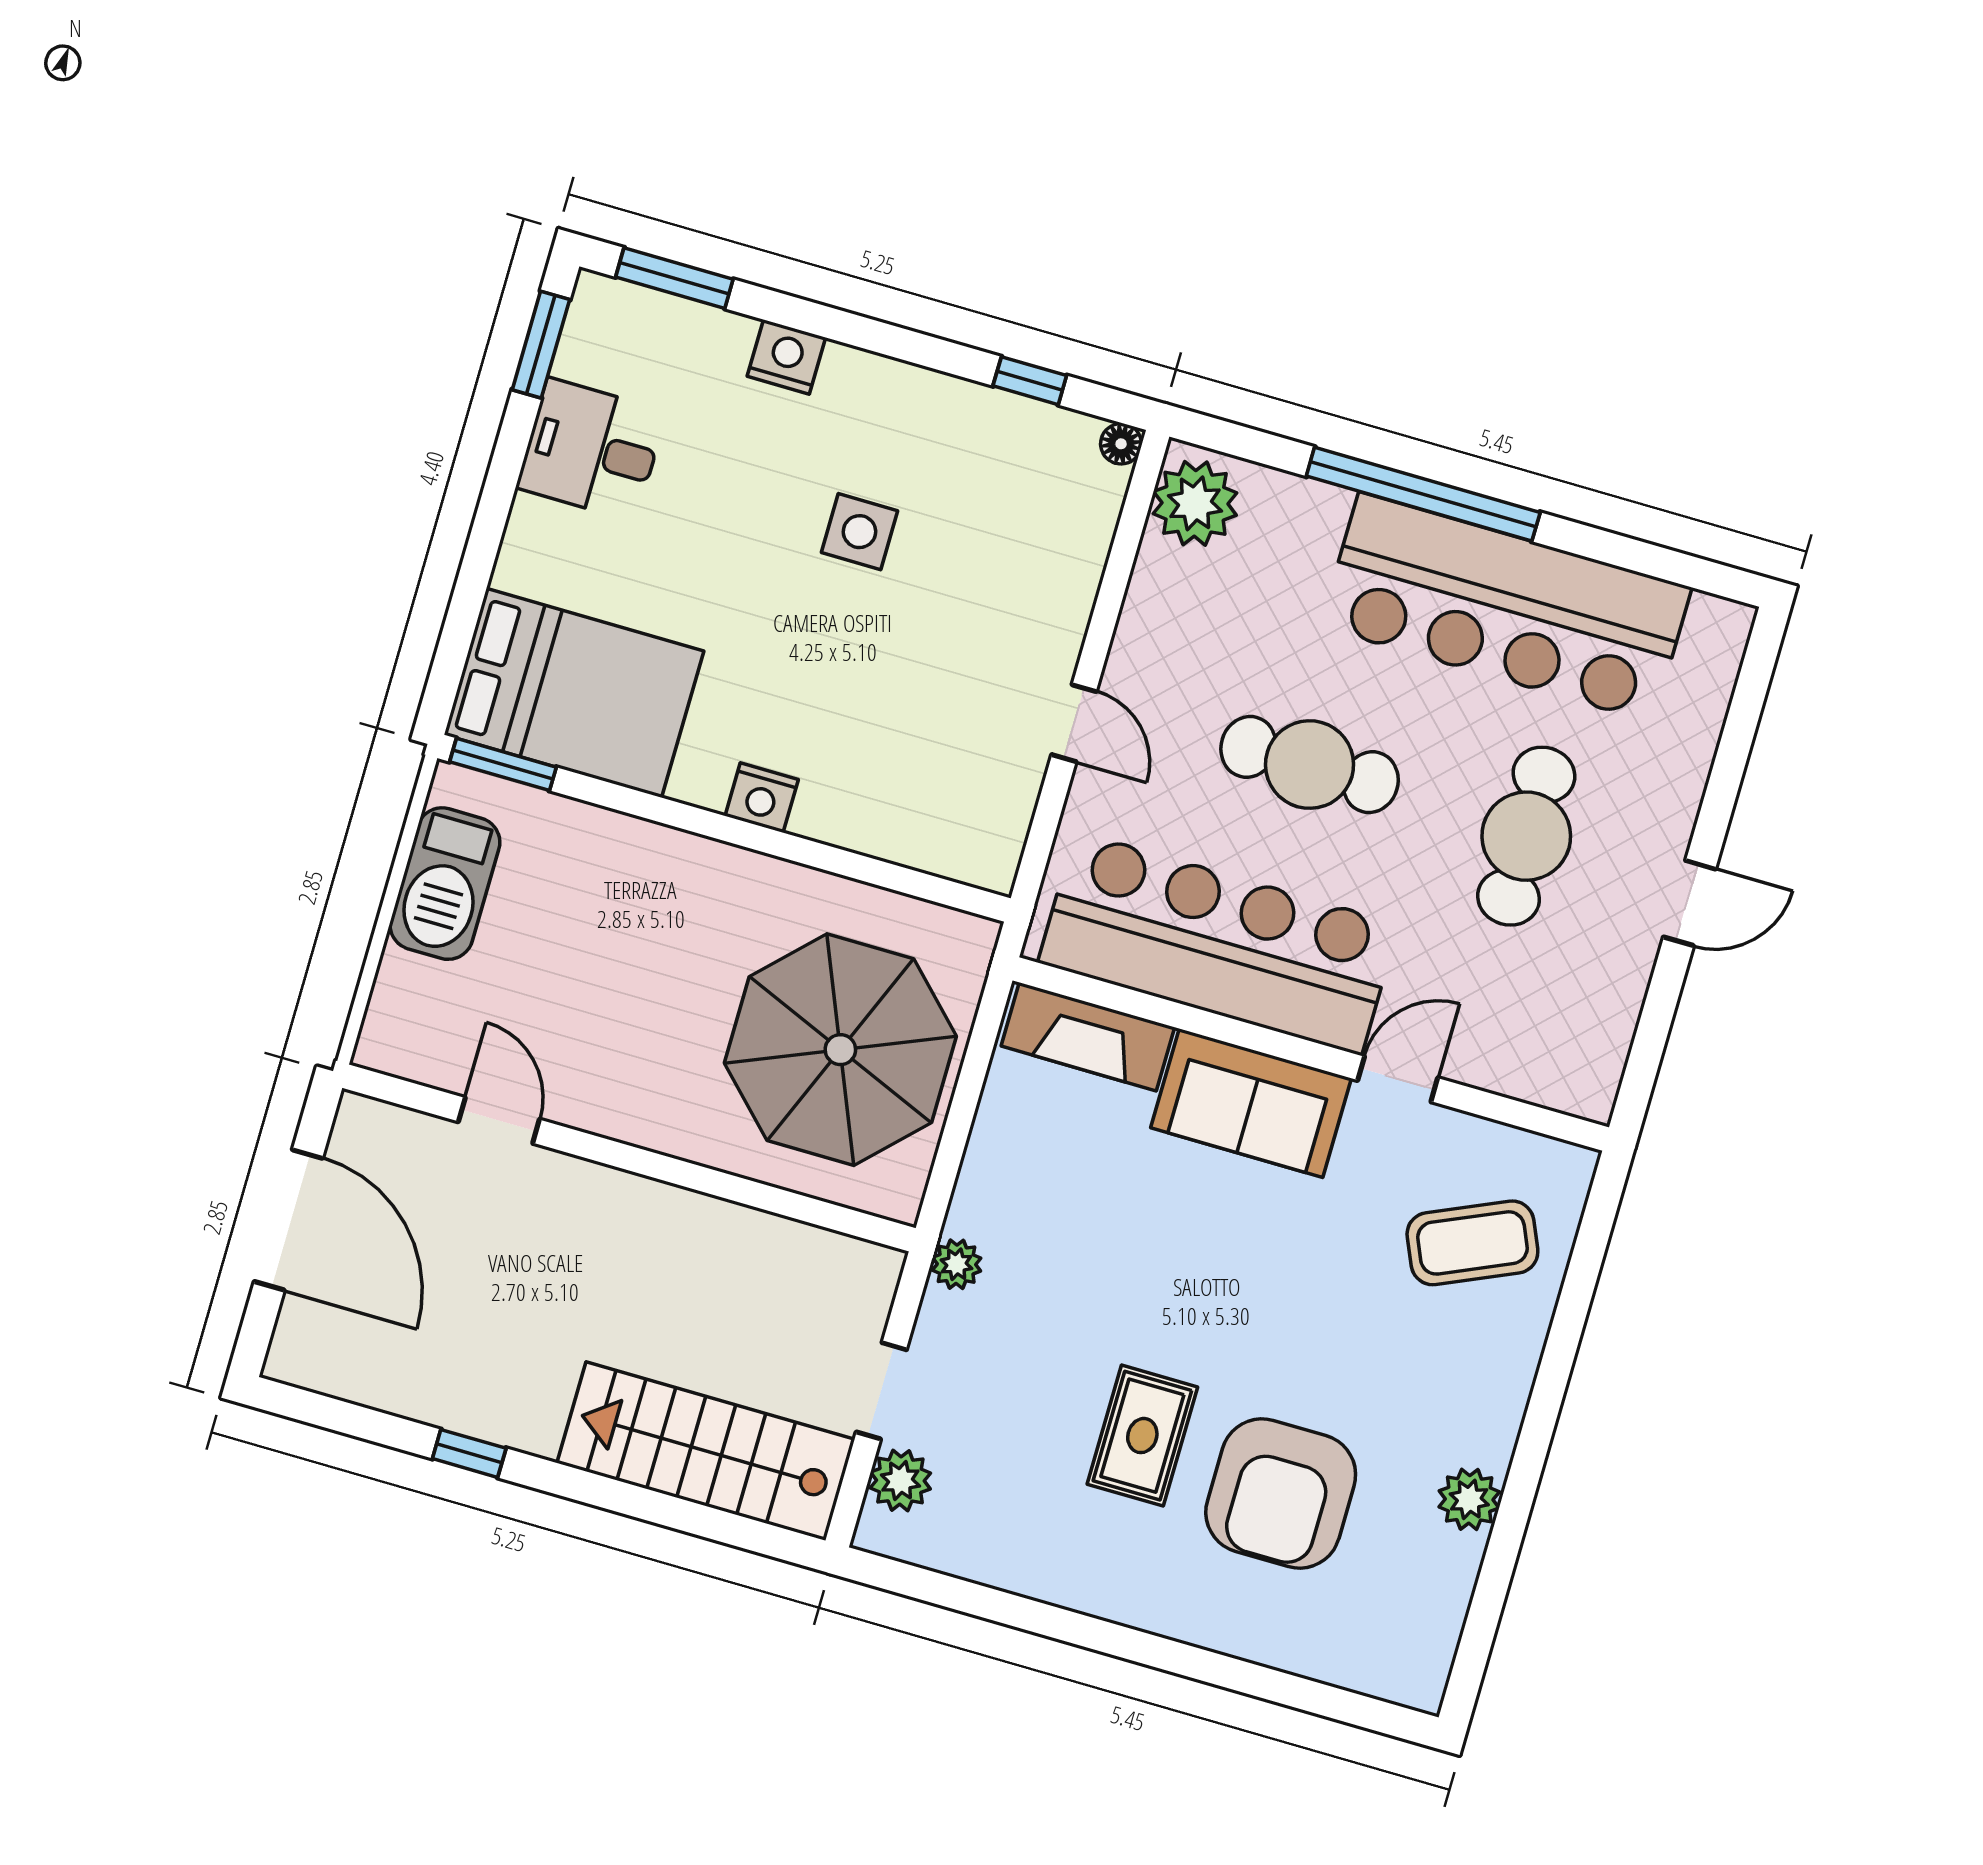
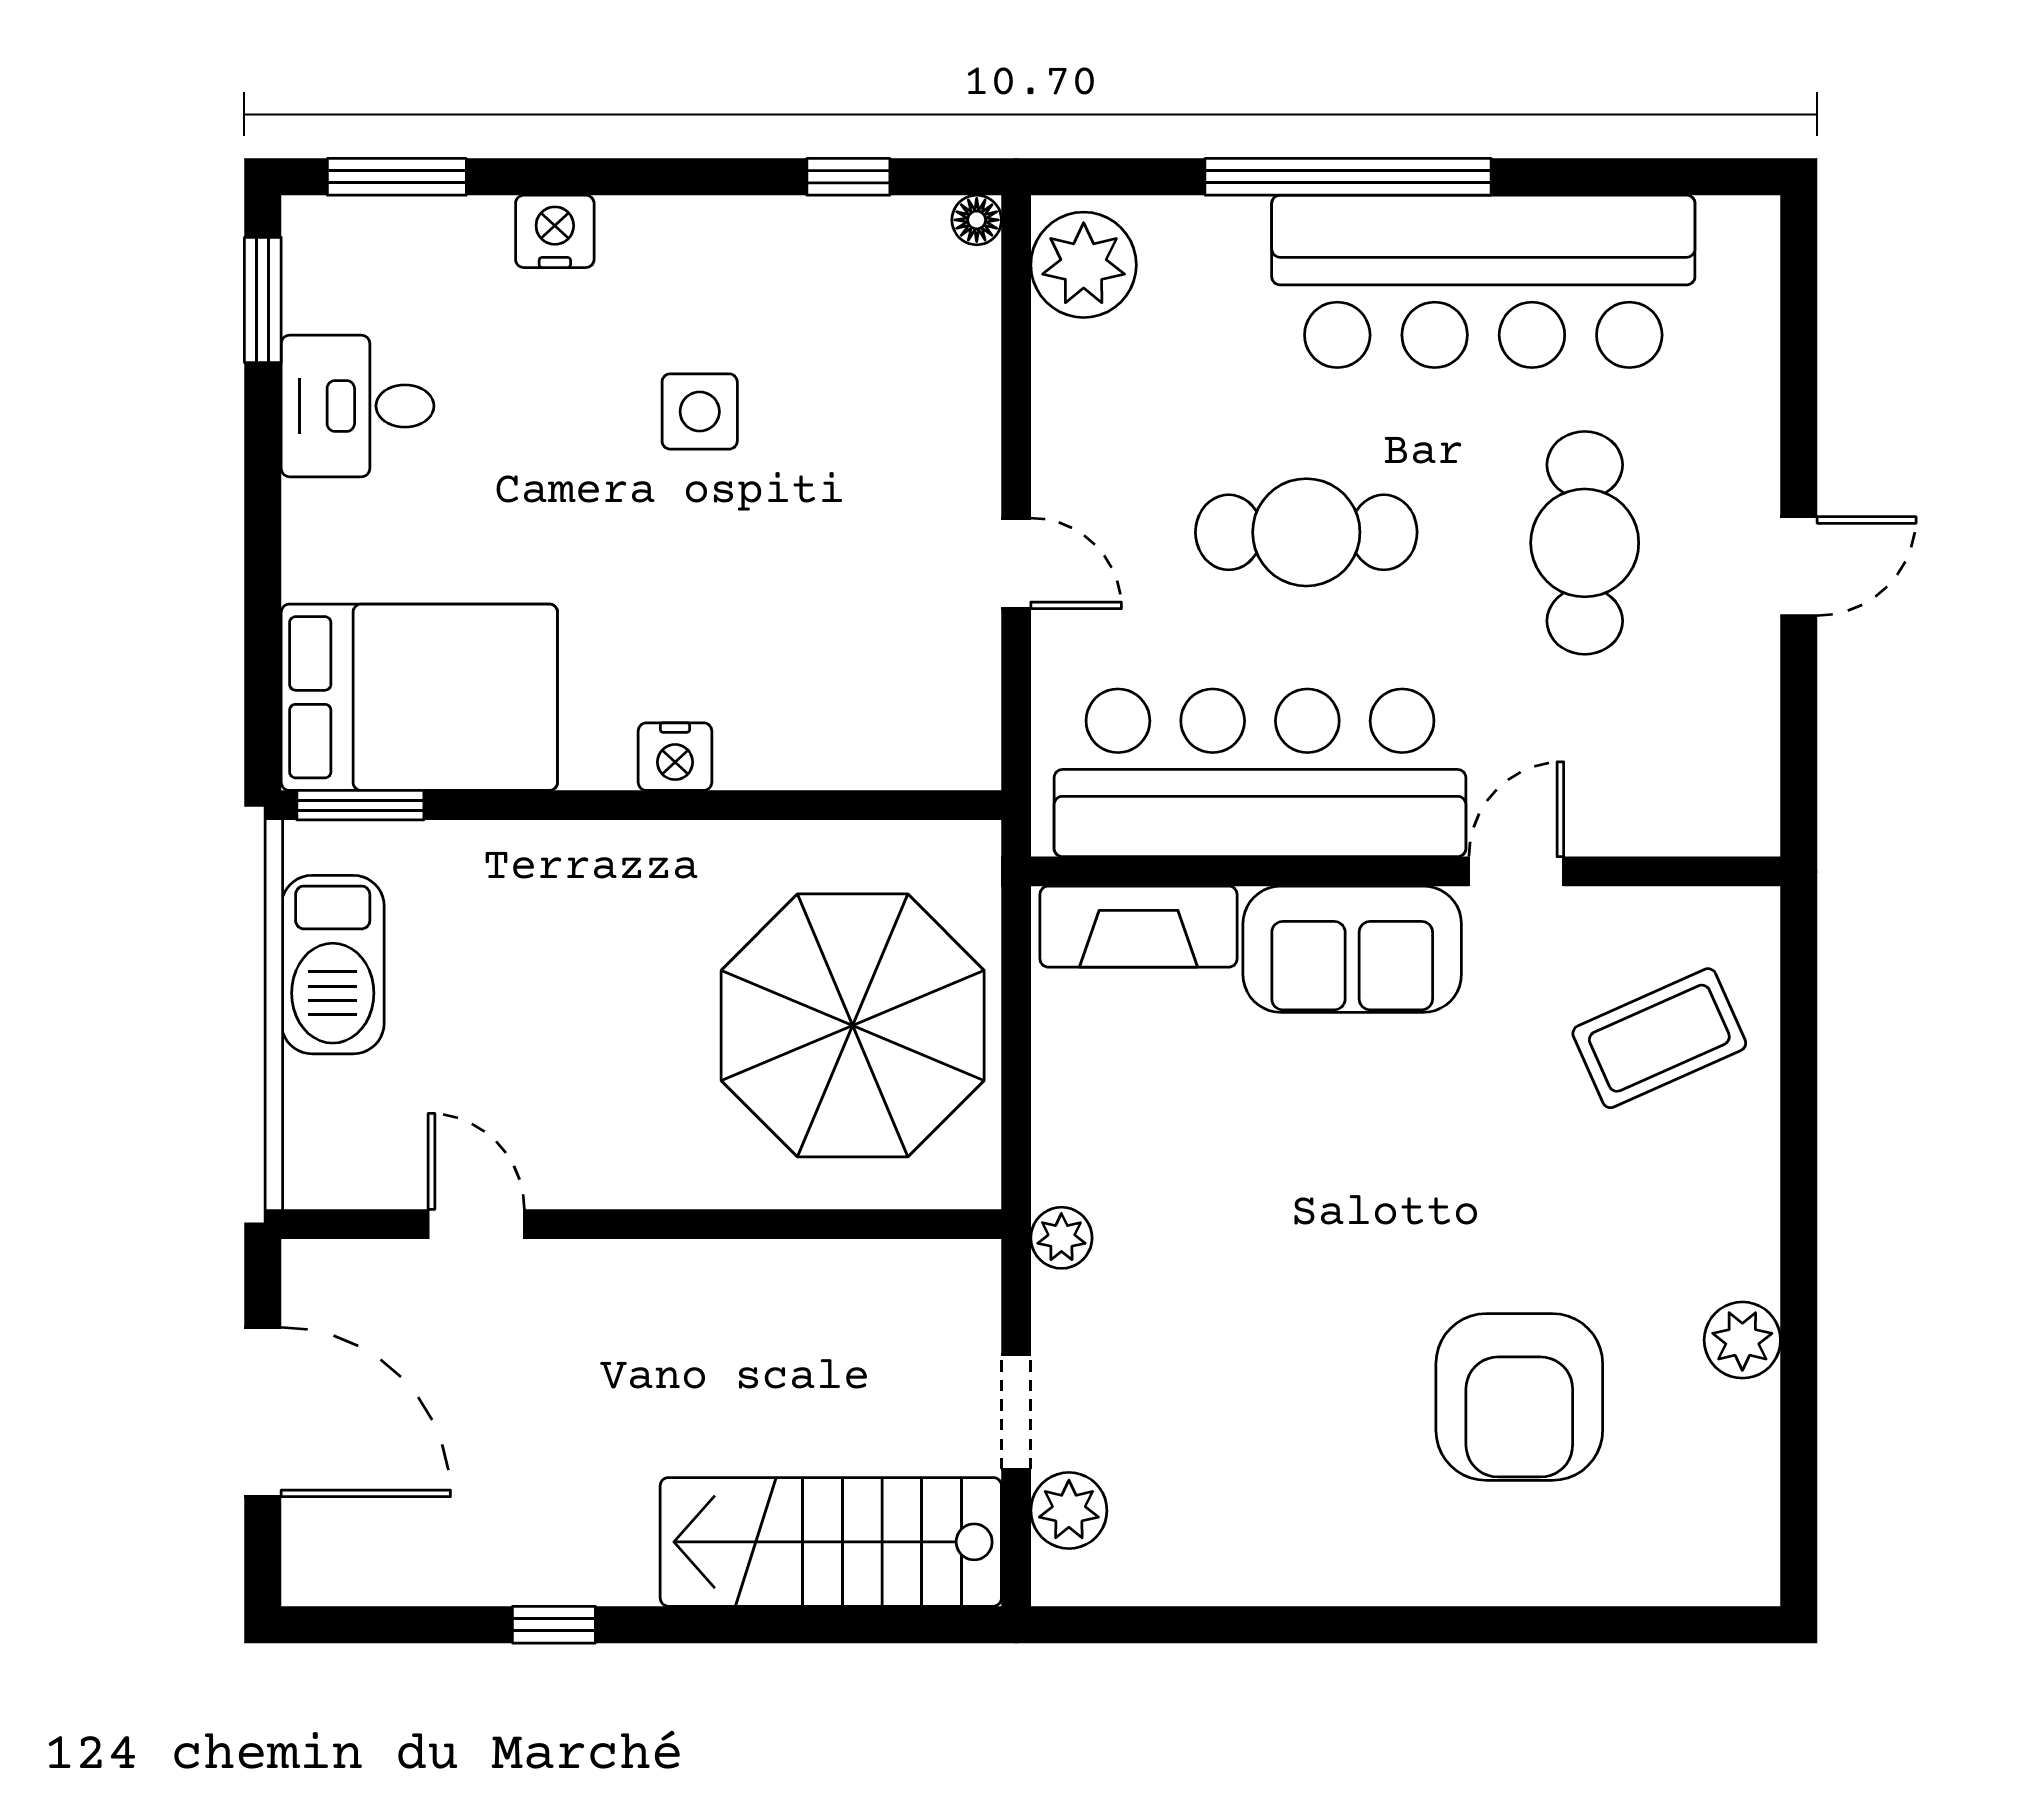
rug: (1142, 1436) -> (1337, 1376), removed

